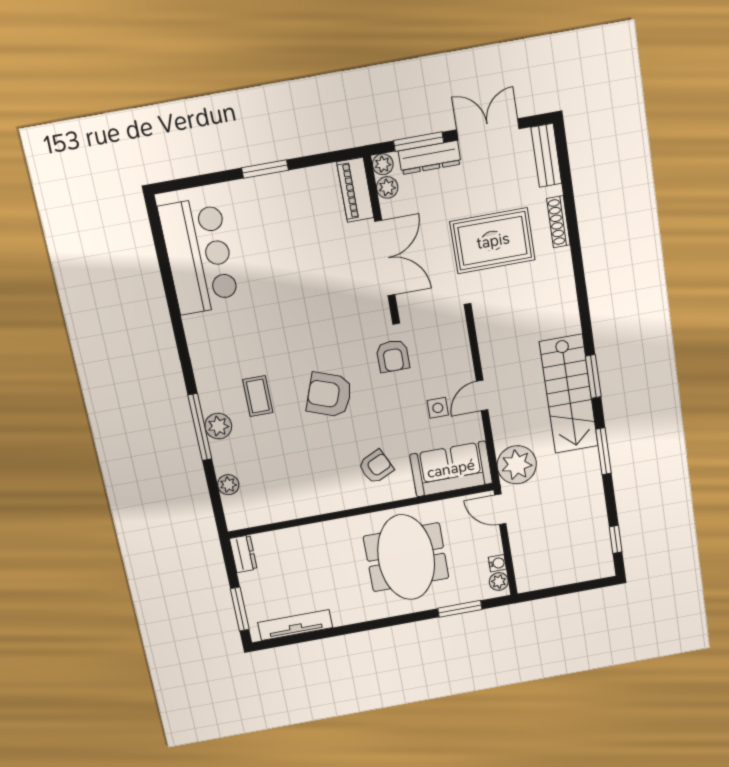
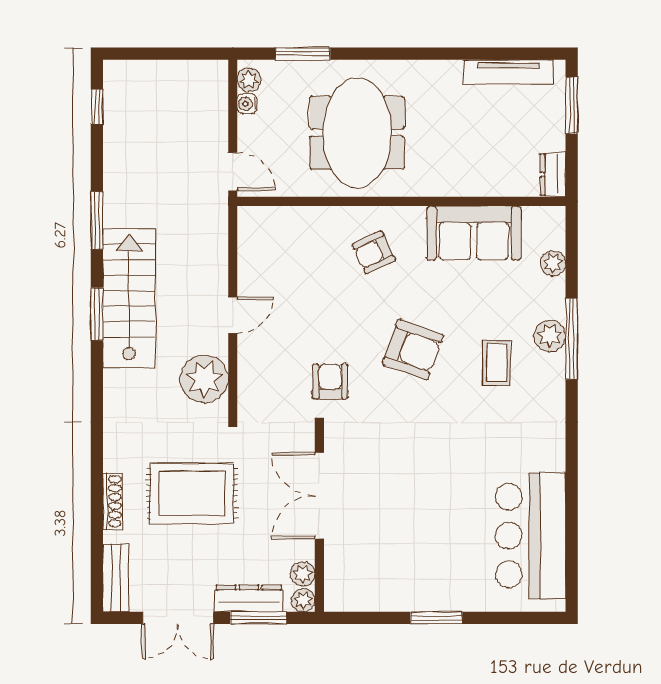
piano: (355, 190) -> (339, 578), removed
side table: (438, 408) -> (288, 310), removed
plant: (517, 465) -> (204, 379), moved
sofa: (451, 469) -> (474, 233), moved

